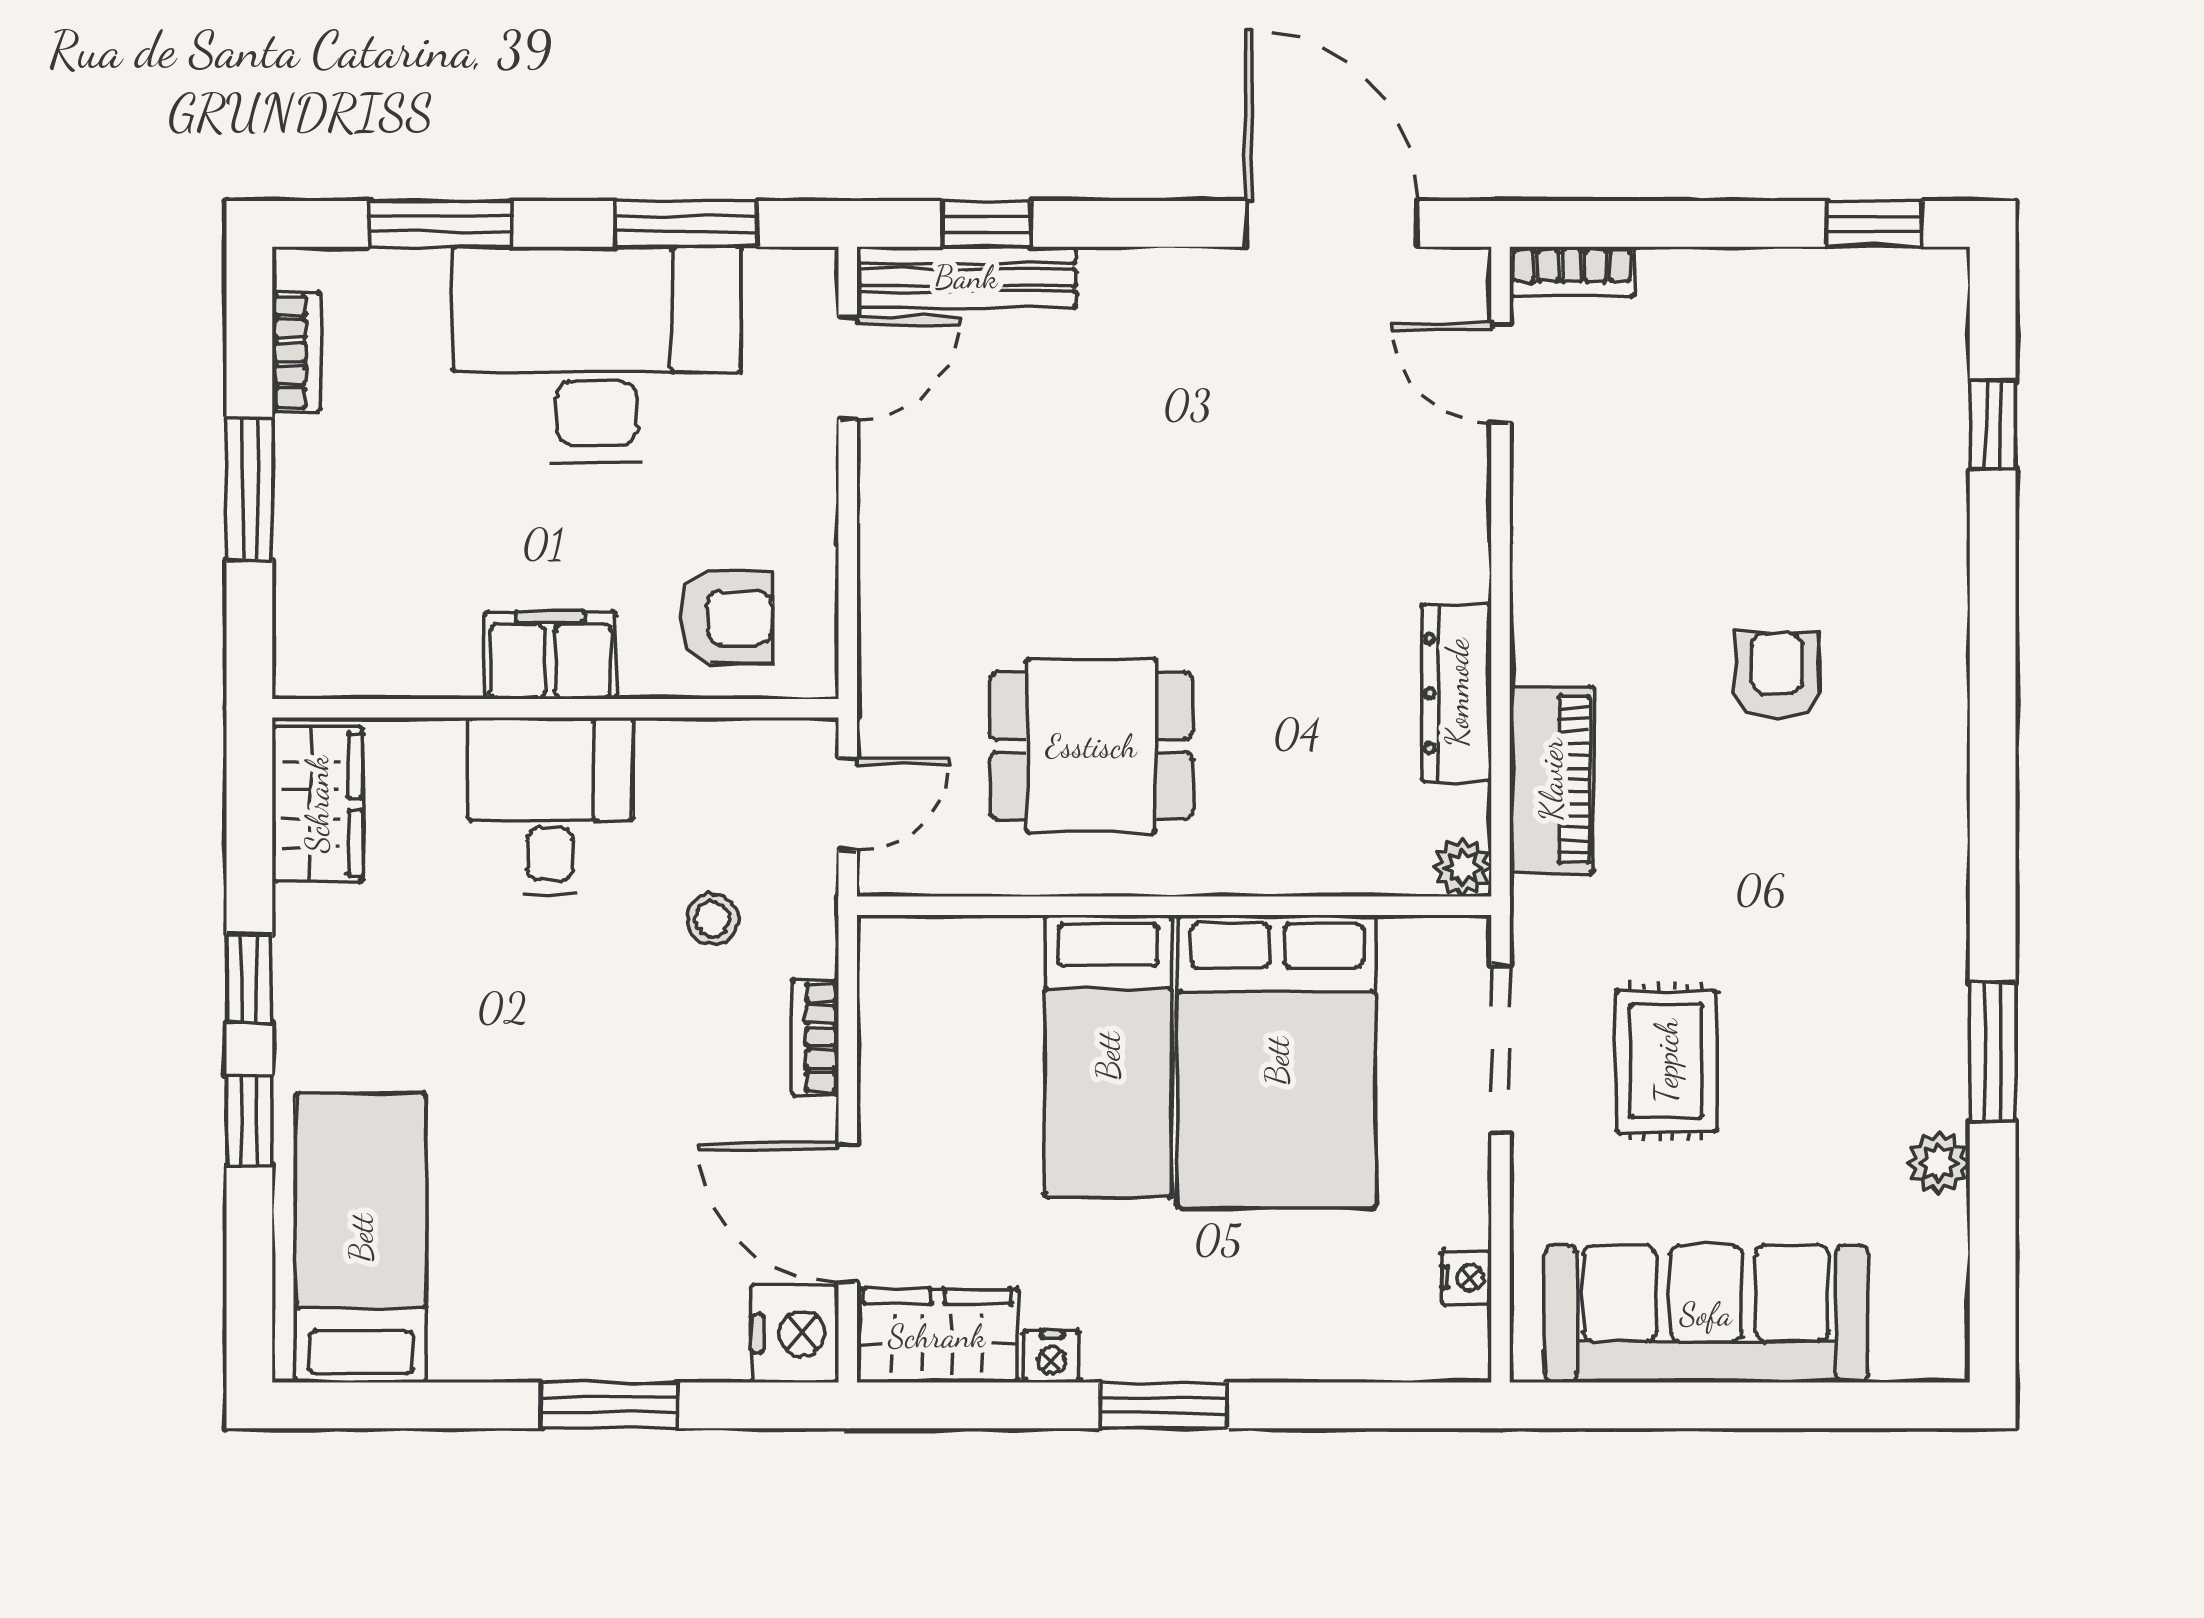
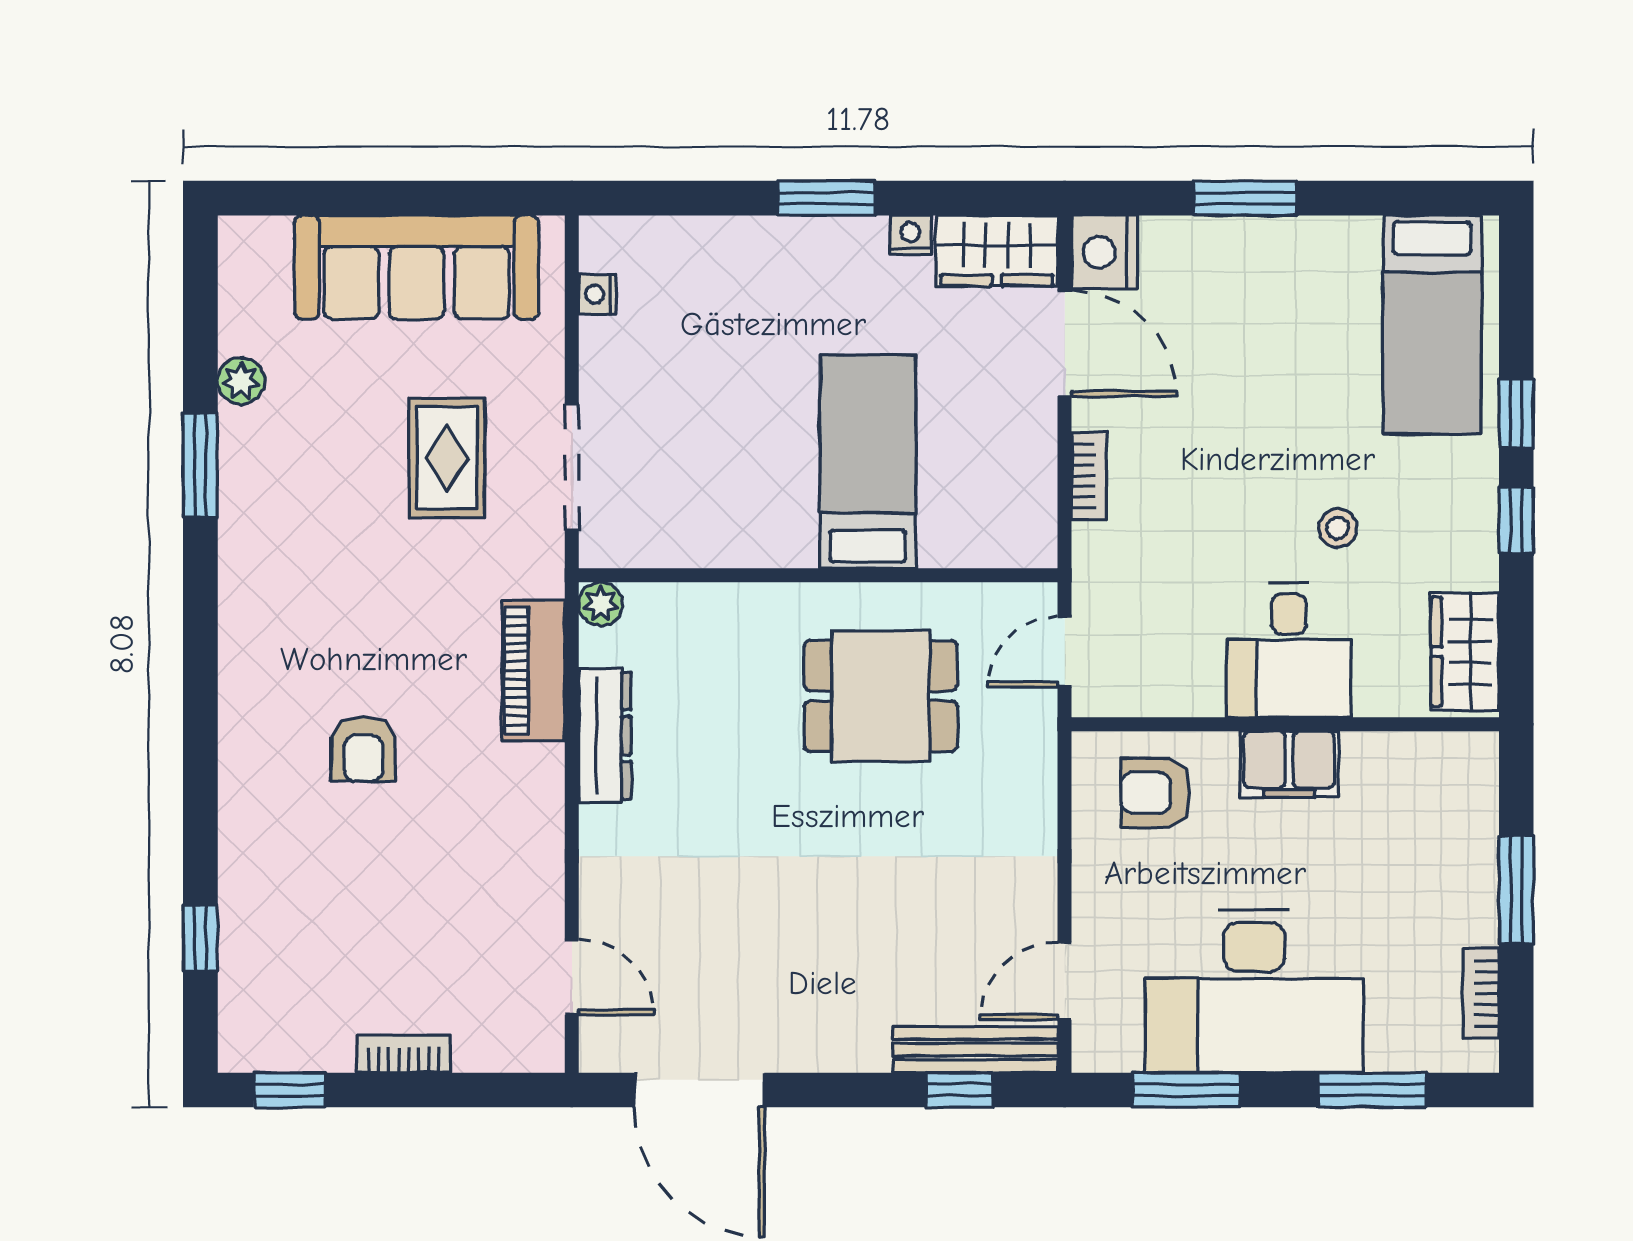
bookcase: (1572, 272) -> (404, 1054), moved
stool: (712, 919) -> (1338, 528), moved
bed: (1277, 1061) -> (741, 458), removed

